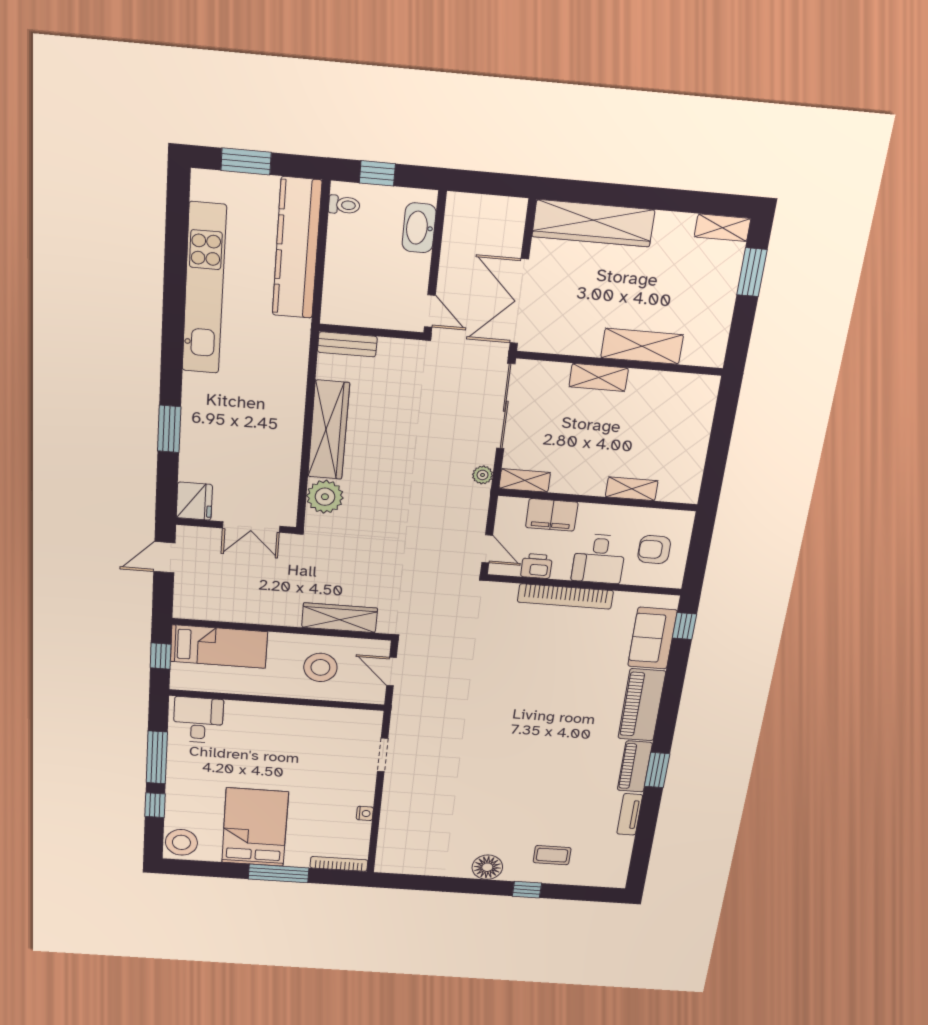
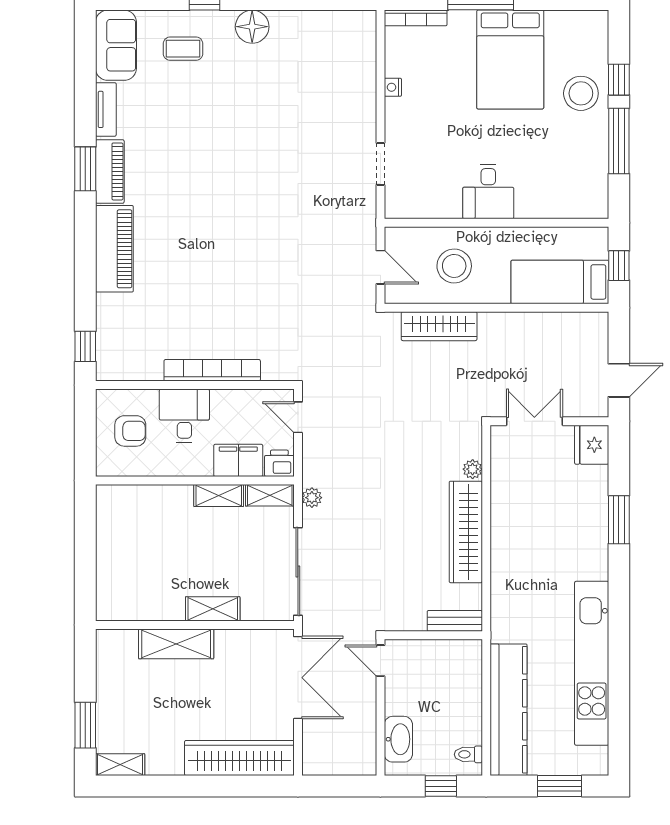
shelving: (632, 489) -> (219, 496), moved
plant: (325, 497) -> (473, 469), width x0.53, depth x0.53
printer: (537, 566) -> (279, 463), moved, turned 180
sofa: (652, 638) -> (116, 45), moved
desk: (198, 720) -> (488, 191), moved
stool: (181, 842) -> (581, 93), moved

